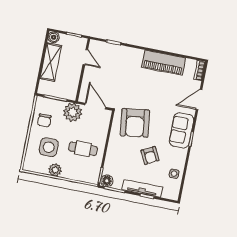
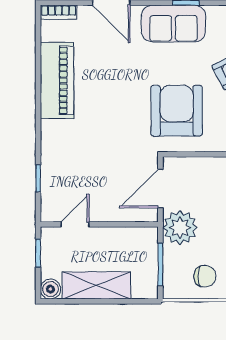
armchair: (135, 123) -> (177, 111), turned -82

